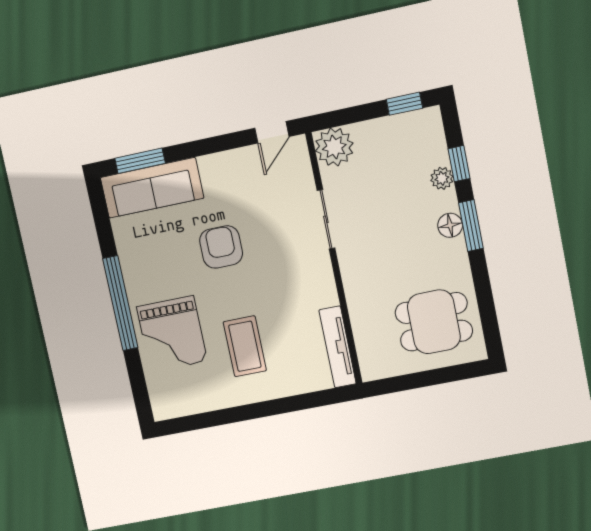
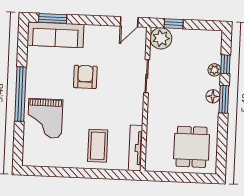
window: (404, 104) -> (174, 24), moved
dining table: (434, 322) -> (192, 147), turned 90
coffee table: (245, 346) -> (98, 146), moved

